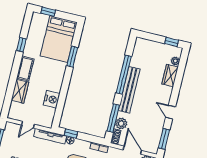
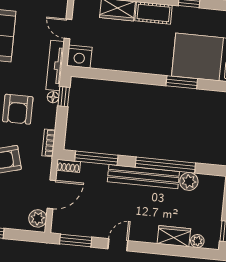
nightstand: (52, 99) -> (79, 56), moved
plant: (121, 123) -> (189, 181), moved

